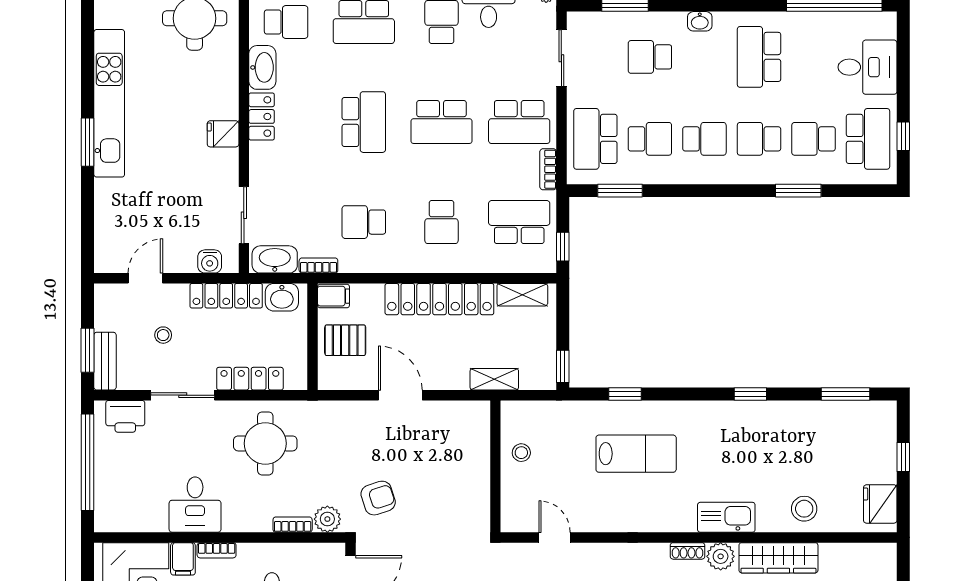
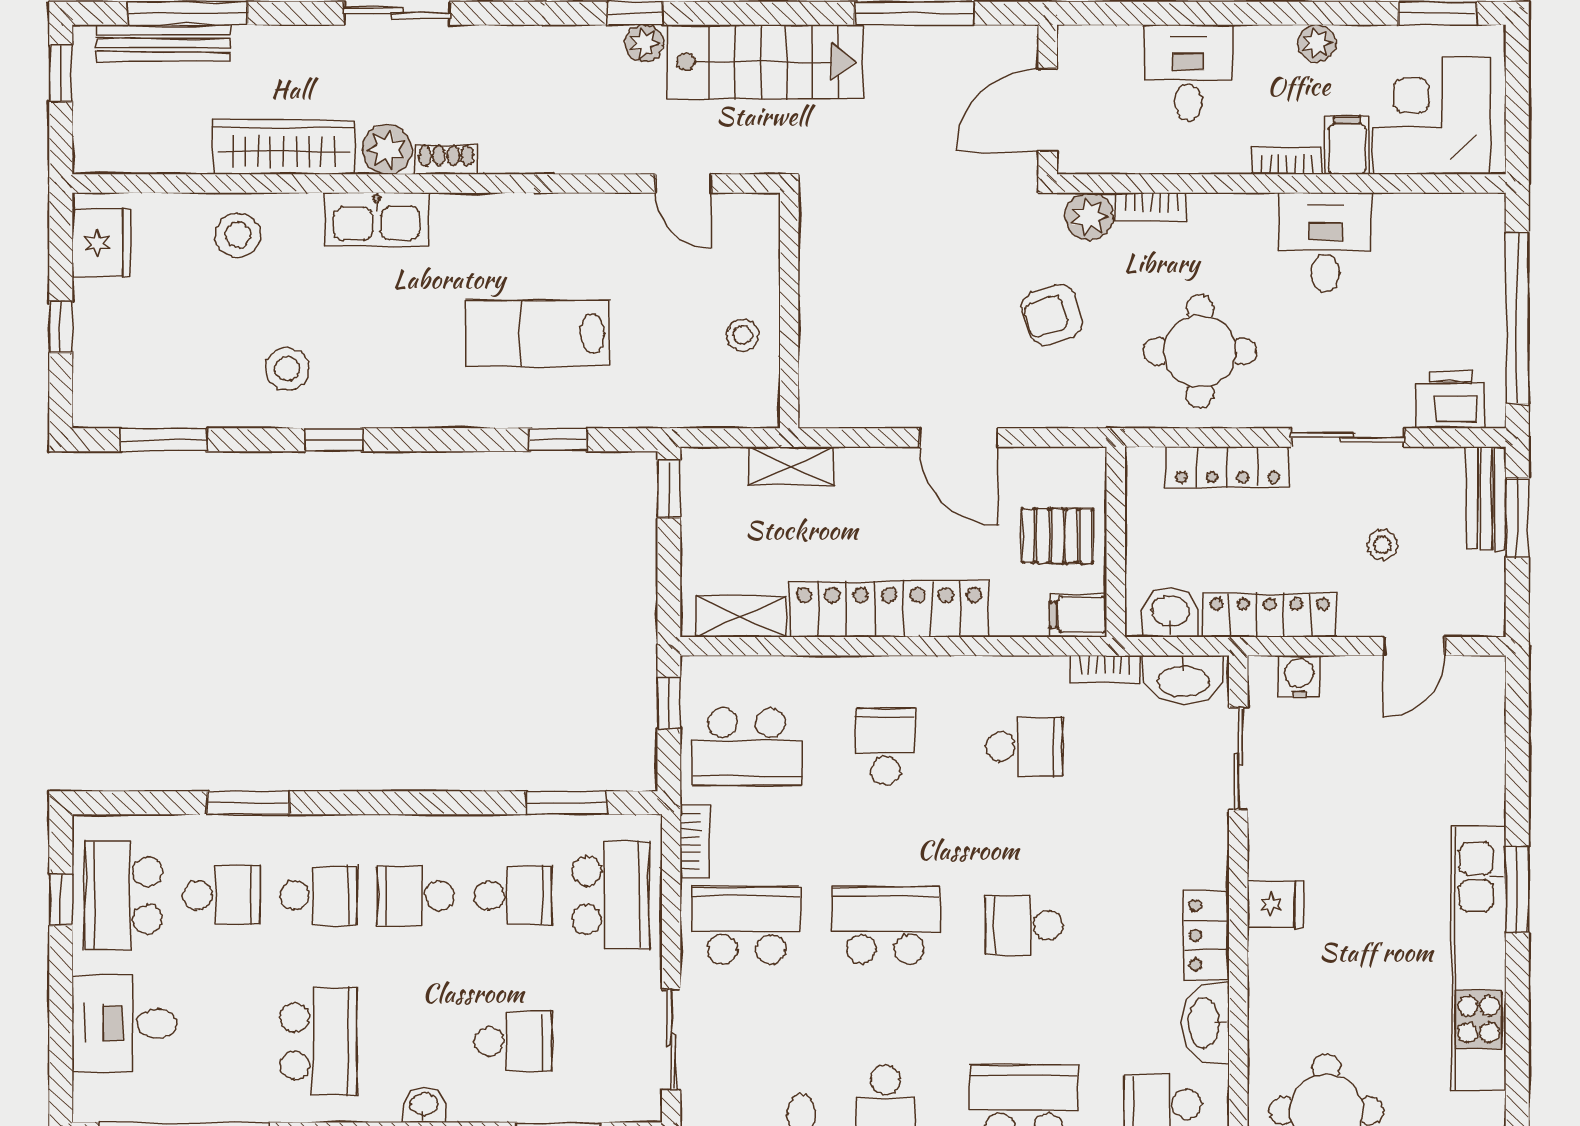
school desk: (364, 122) -> (1024, 925), width x0.54
school desk: (650, 139) -> (513, 895), turned 180
stool: (776, 434) -> (287, 369), added
armchair: (378, 498) -> (1052, 315), moved

